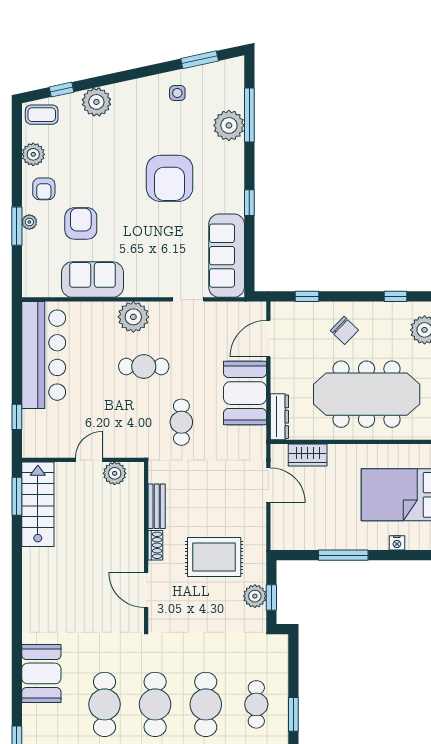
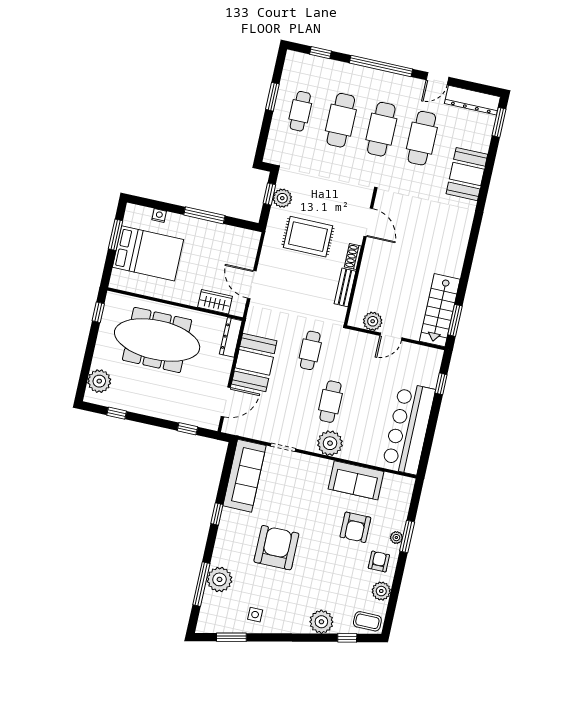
chair: (344, 330) -> (163, 395), removed
cafe table: (144, 366) -> (330, 402), turned 90

